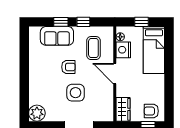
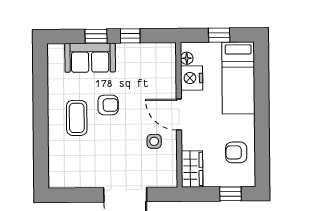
coffee table: (93, 48) -> (77, 118), moved
side table: (76, 93) -> (154, 141), moved, width x0.54, depth x0.54
armchair: (151, 111) -> (236, 152), moved
plant: (37, 113) -> (61, 176), removed

